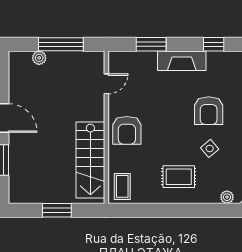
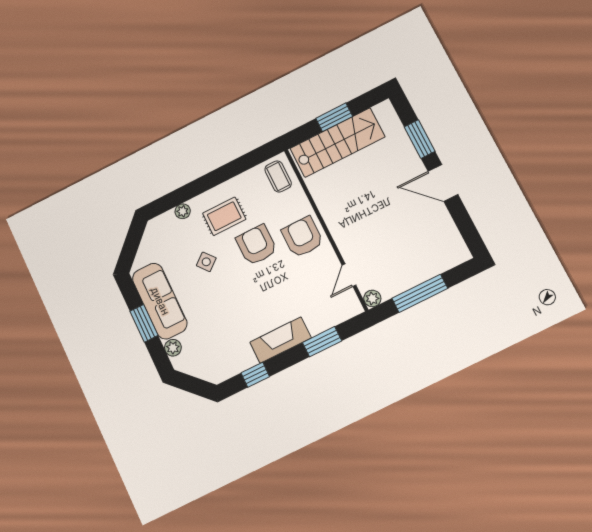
plant: (39, 58) -> (372, 298), moved
armchair: (209, 111) -> (256, 245), moved
stairs: (90, 160) -> (337, 143), moved, turned 90
plant: (227, 197) -> (183, 211), moved

